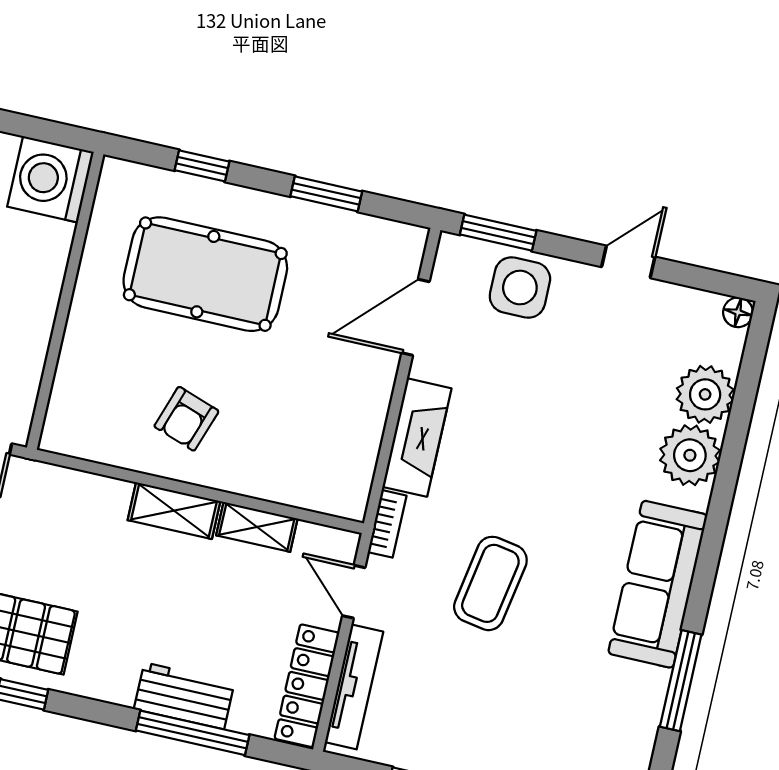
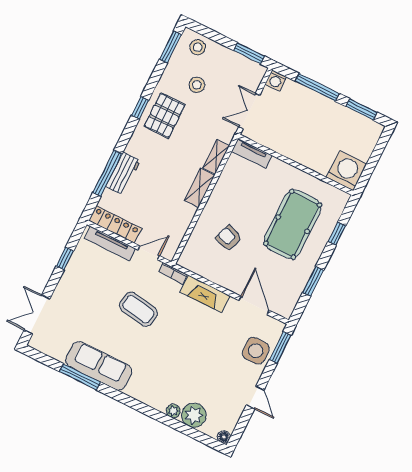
tv unit: (64, 409) -> (252, 153), added
armchair: (186, 419) -> (229, 238), moved
plant: (690, 455) -> (173, 411), width x0.53, depth x0.53
shelving: (257, 527) -> (216, 157), moved
sofa: (658, 584) -> (99, 366), moved

